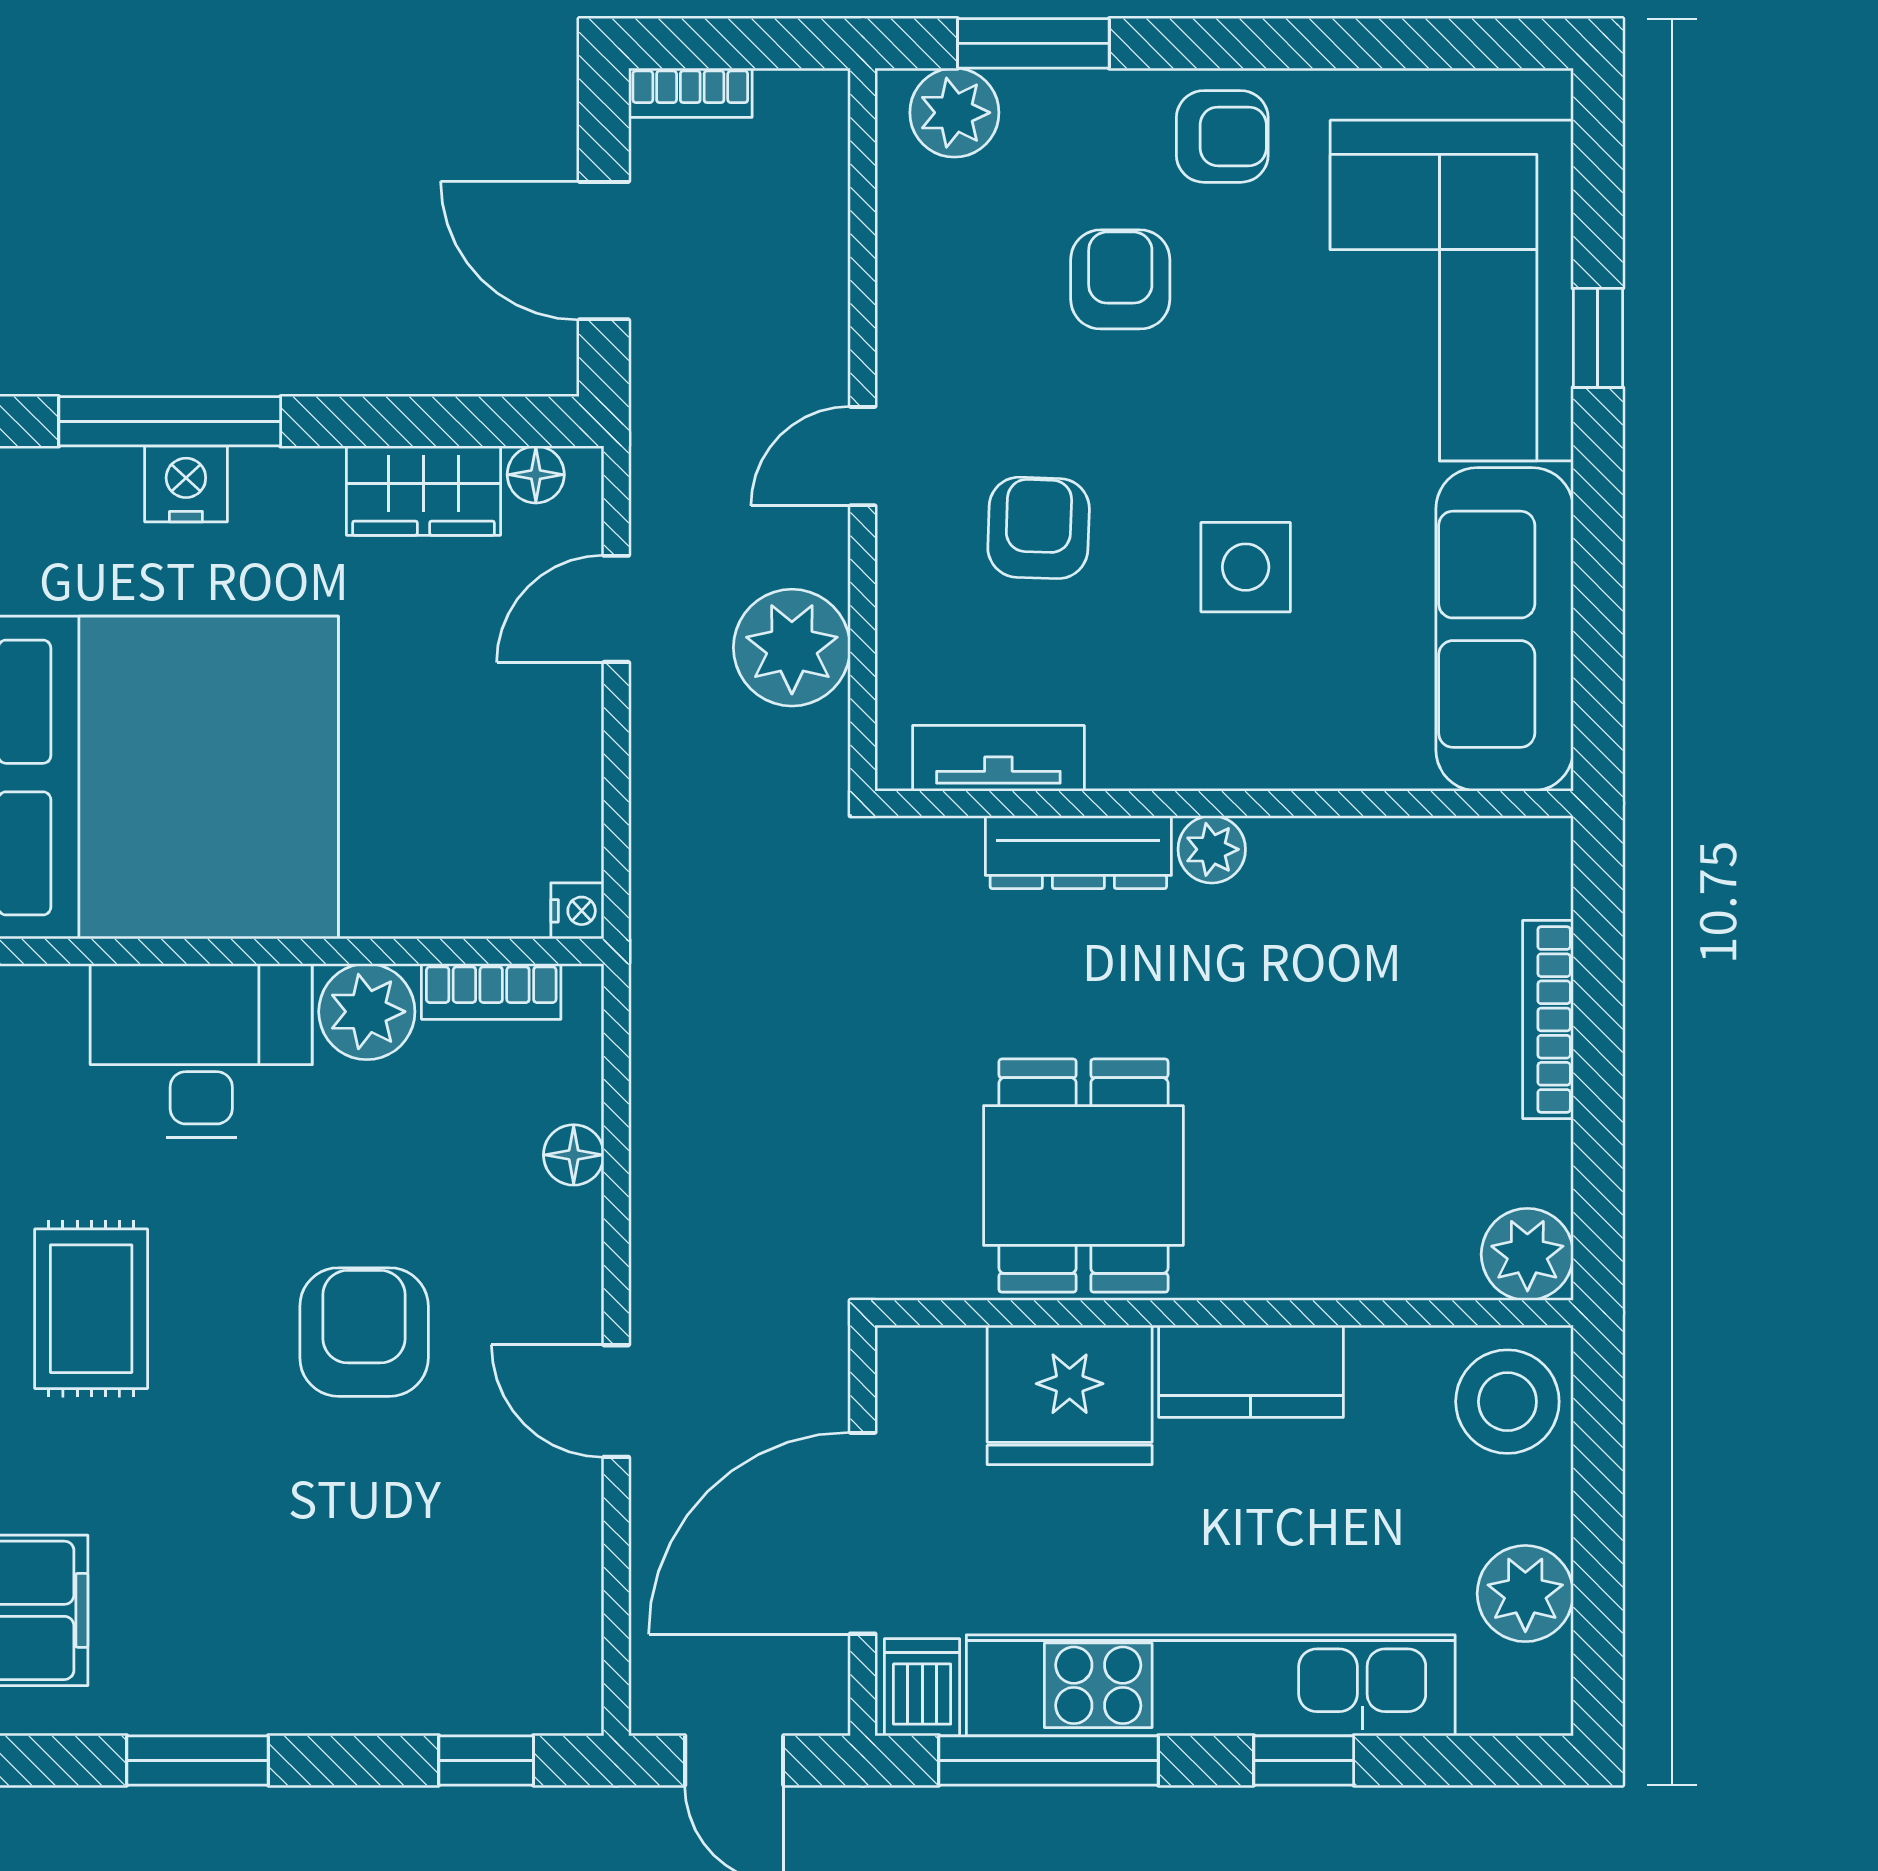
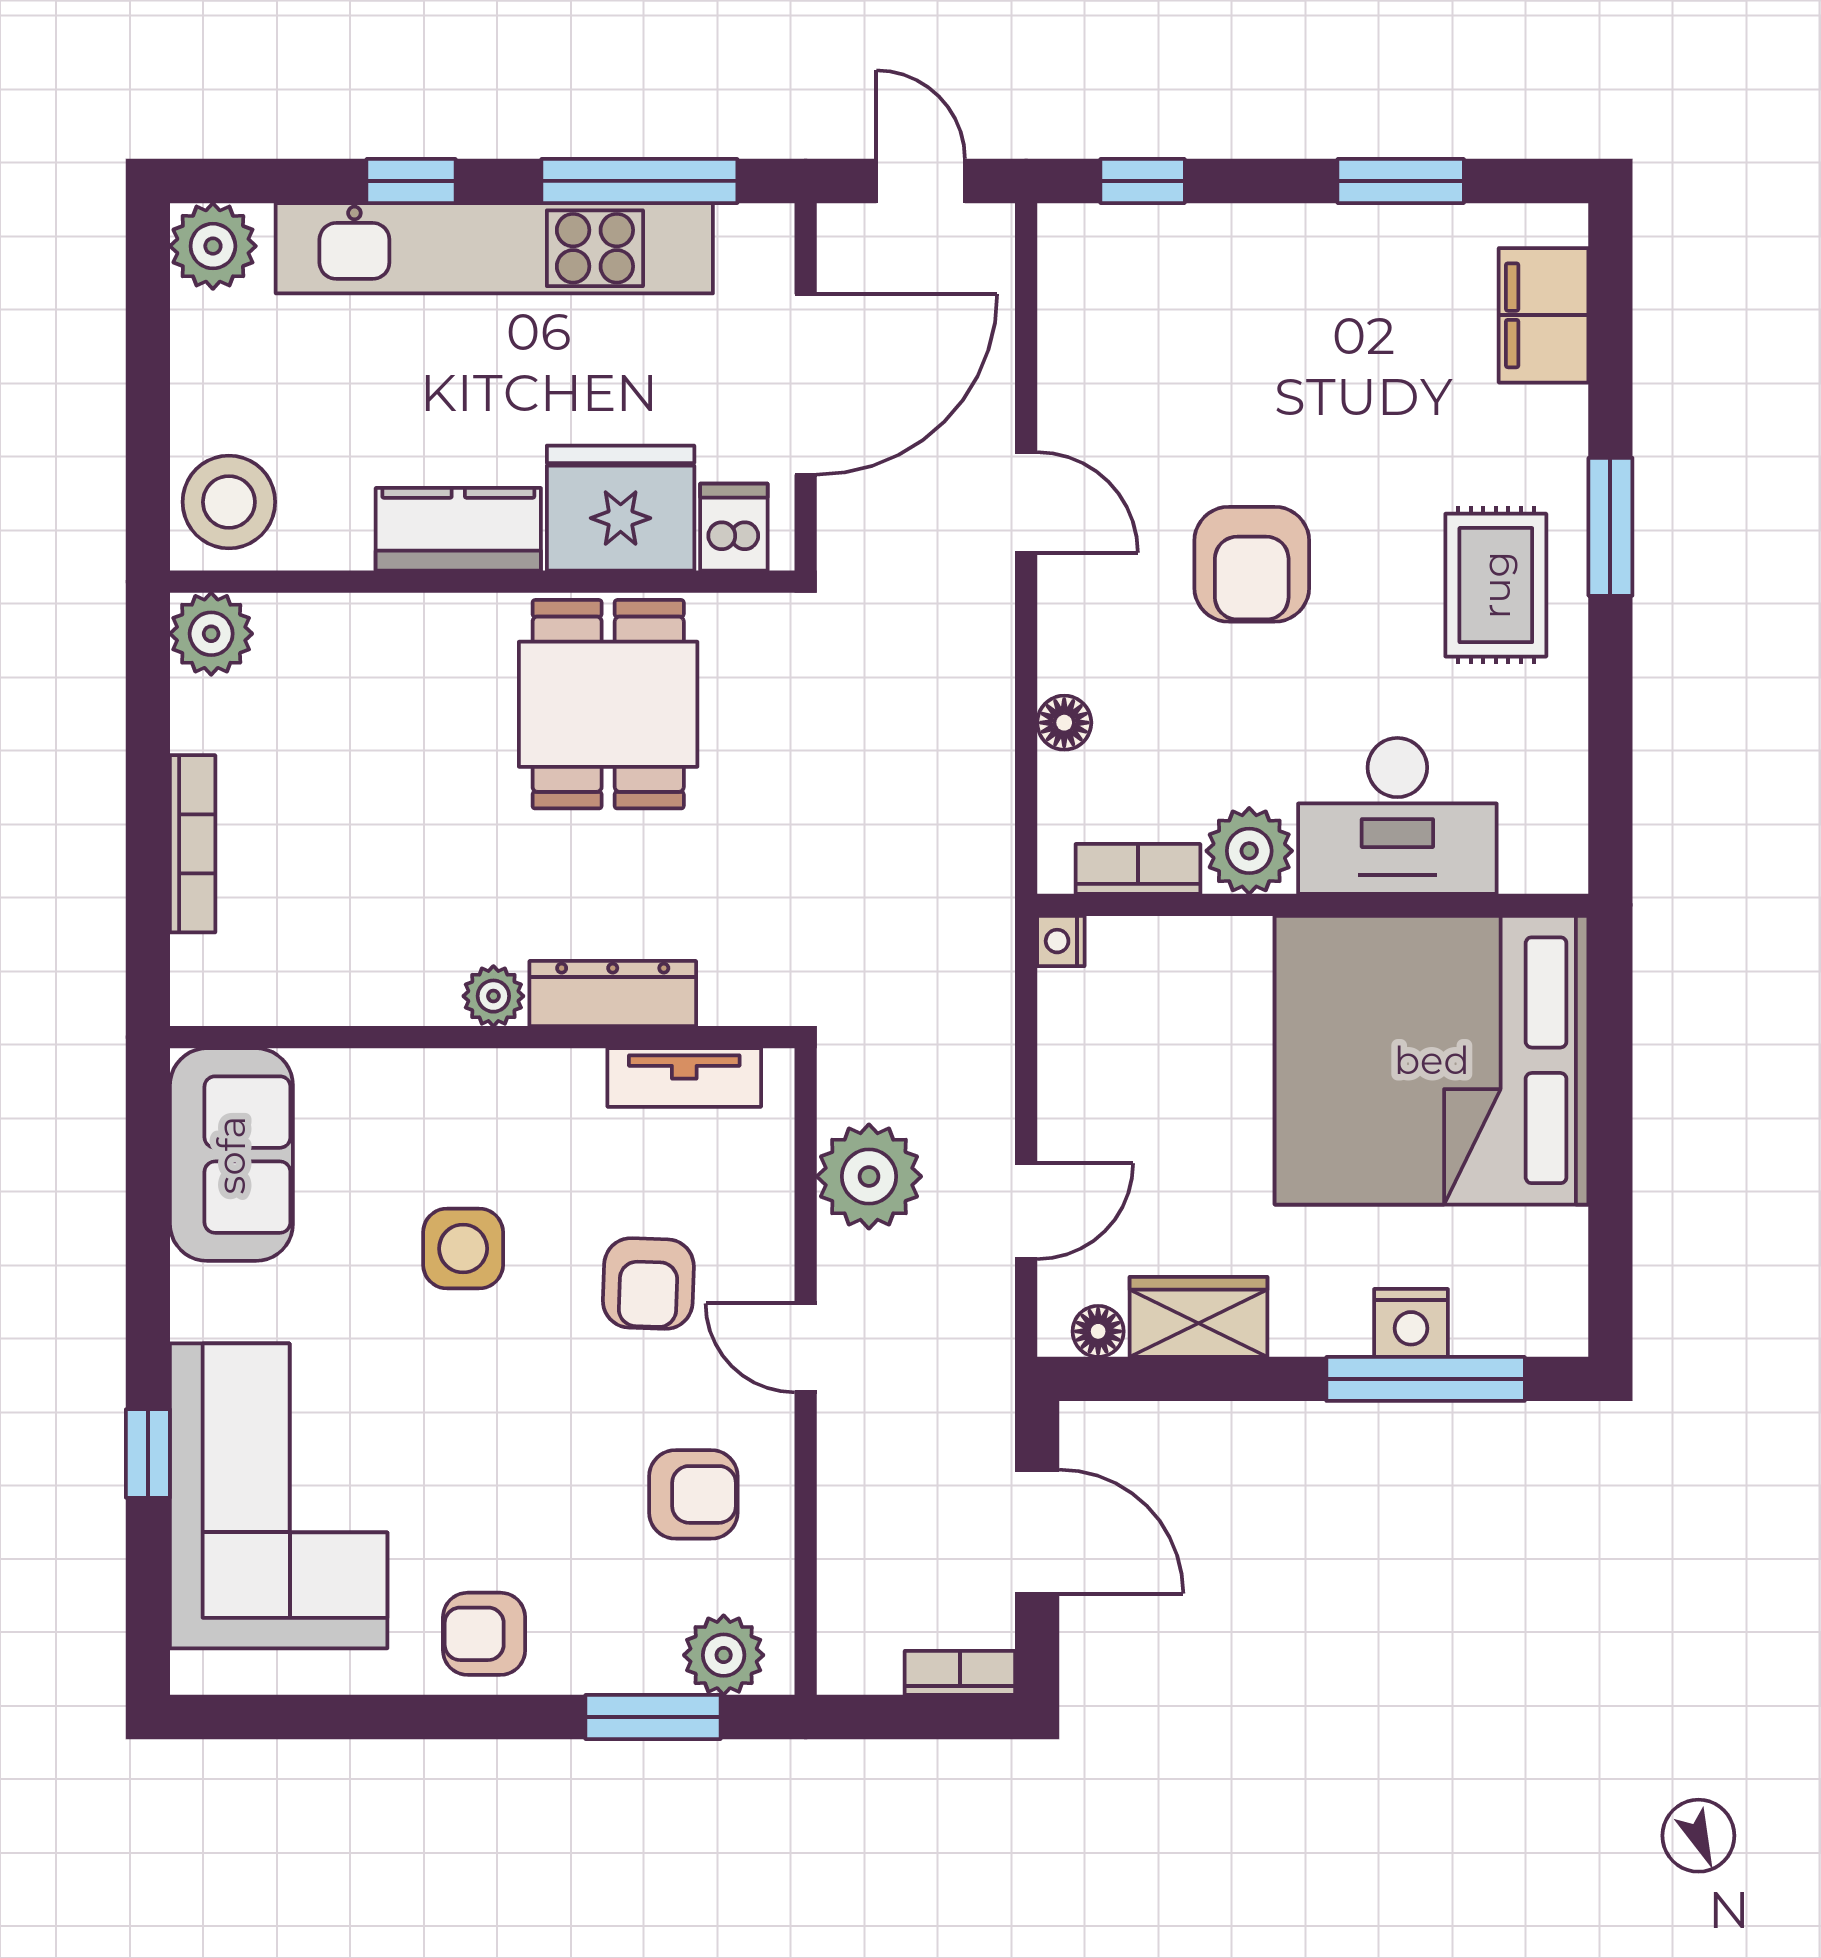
armchair: (1120, 279) -> (693, 1494), moved, turned -90
door: (863, 456) -> (806, 1348), swing flipped
sofa: (1505, 629) -> (231, 1155), width x0.73
plant: (1525, 1594) -> (213, 246), moved
dishwasher: (922, 1687) -> (734, 527), moved, turned 180

